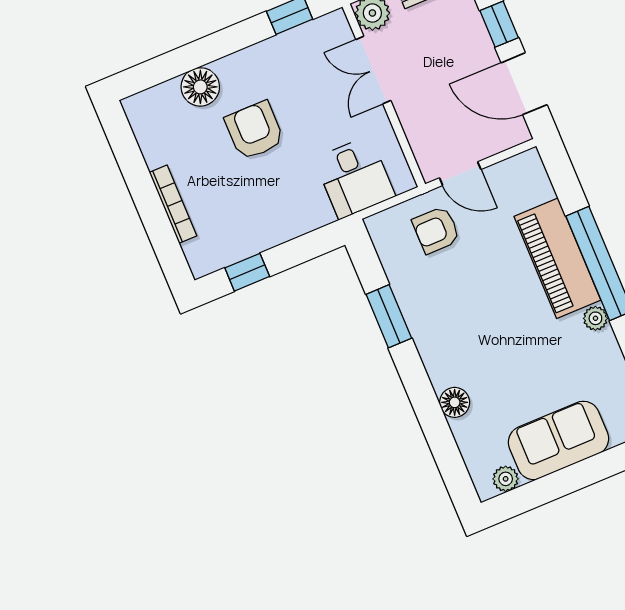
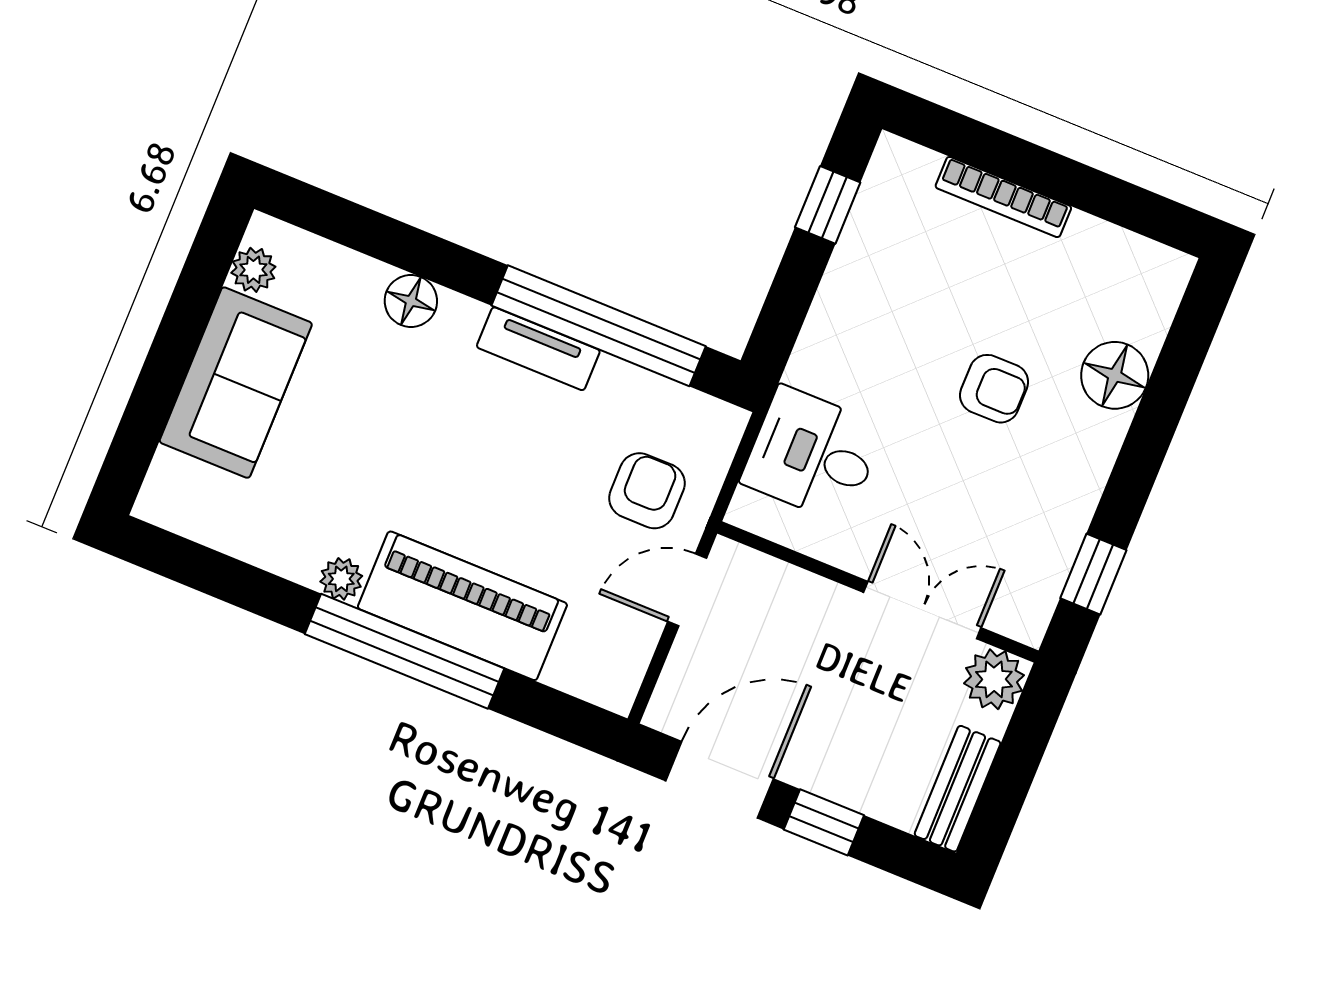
armchair: (254, 130) -> (994, 389), width x0.72, depth x0.72
window: (389, 316) -> (599, 326), width x2.11
tv unit: (423, 331) -> (538, 349), added

